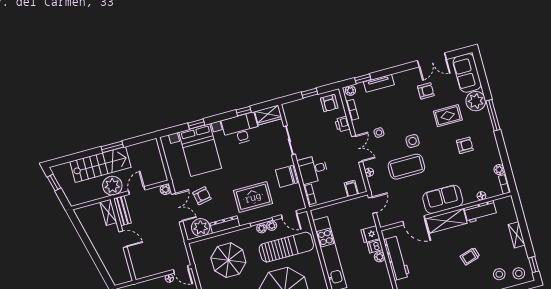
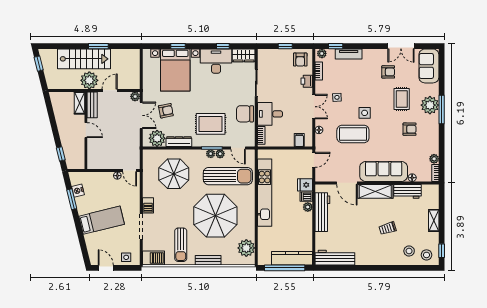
plant: (476, 101) -> (430, 105), moved
rug: (448, 116) -> (402, 99), turned 90
sofa: (443, 199) -> (384, 171), width x1.36
window: (103, 272) -> (61, 154), added

